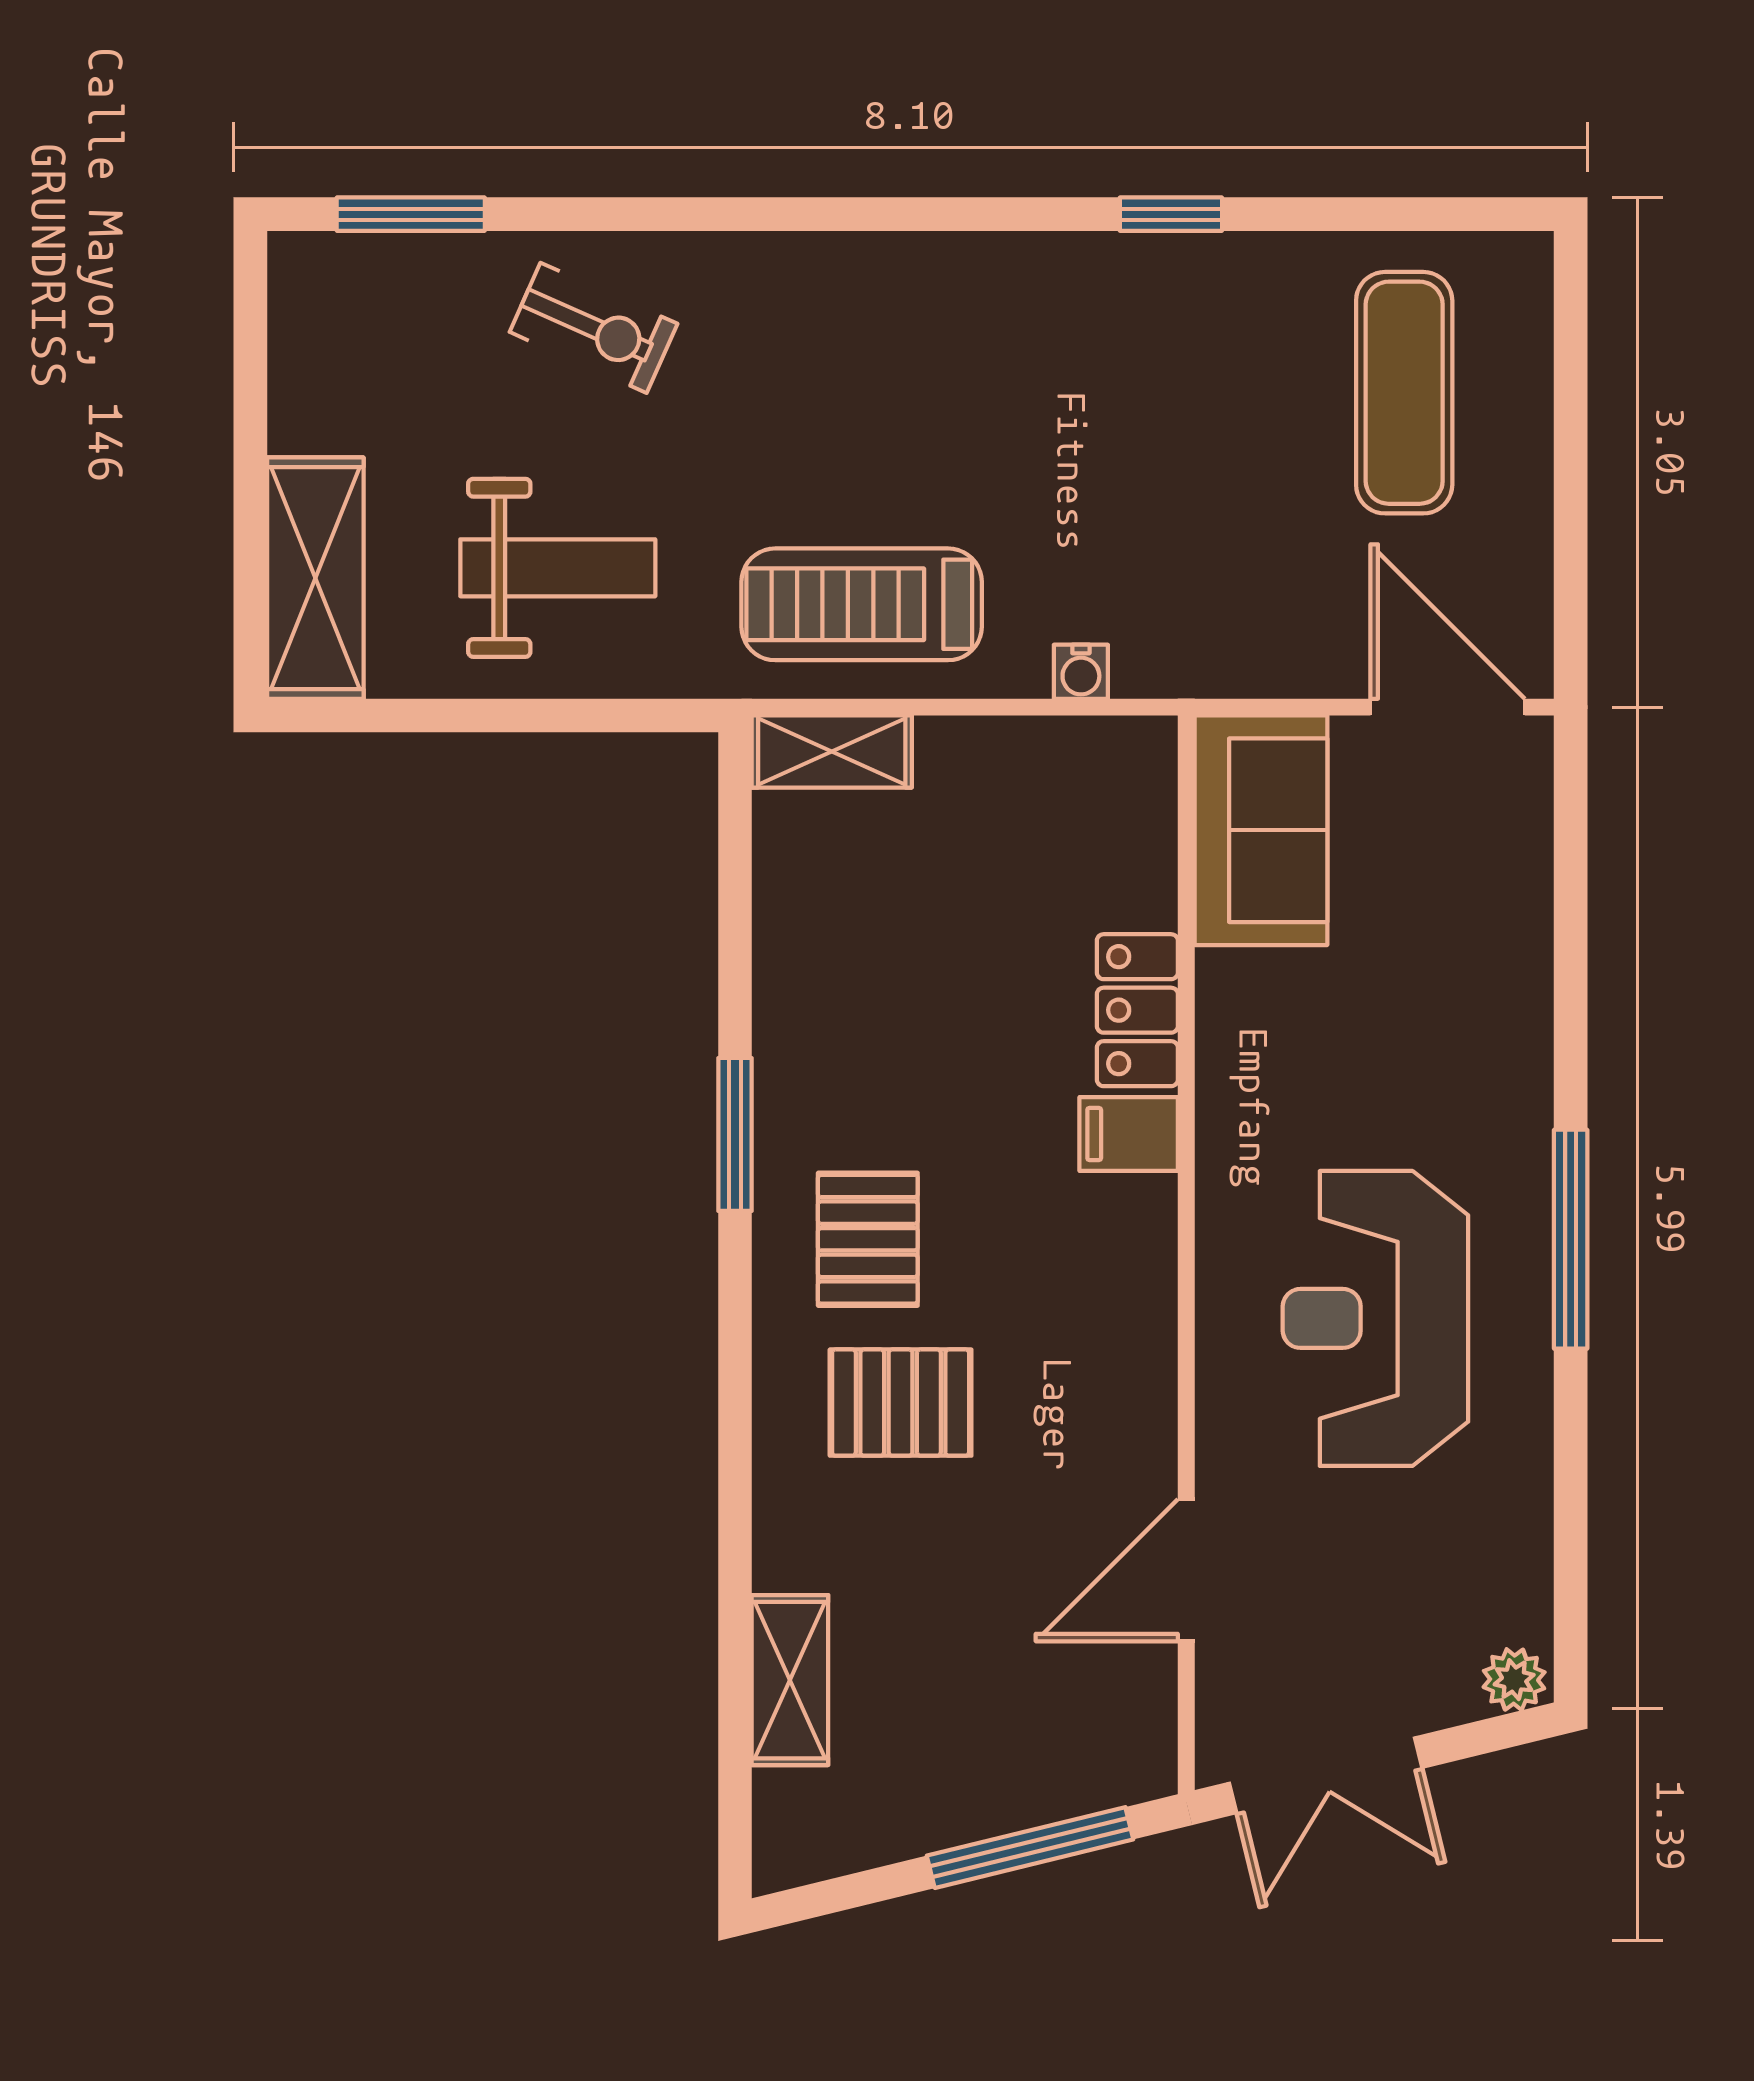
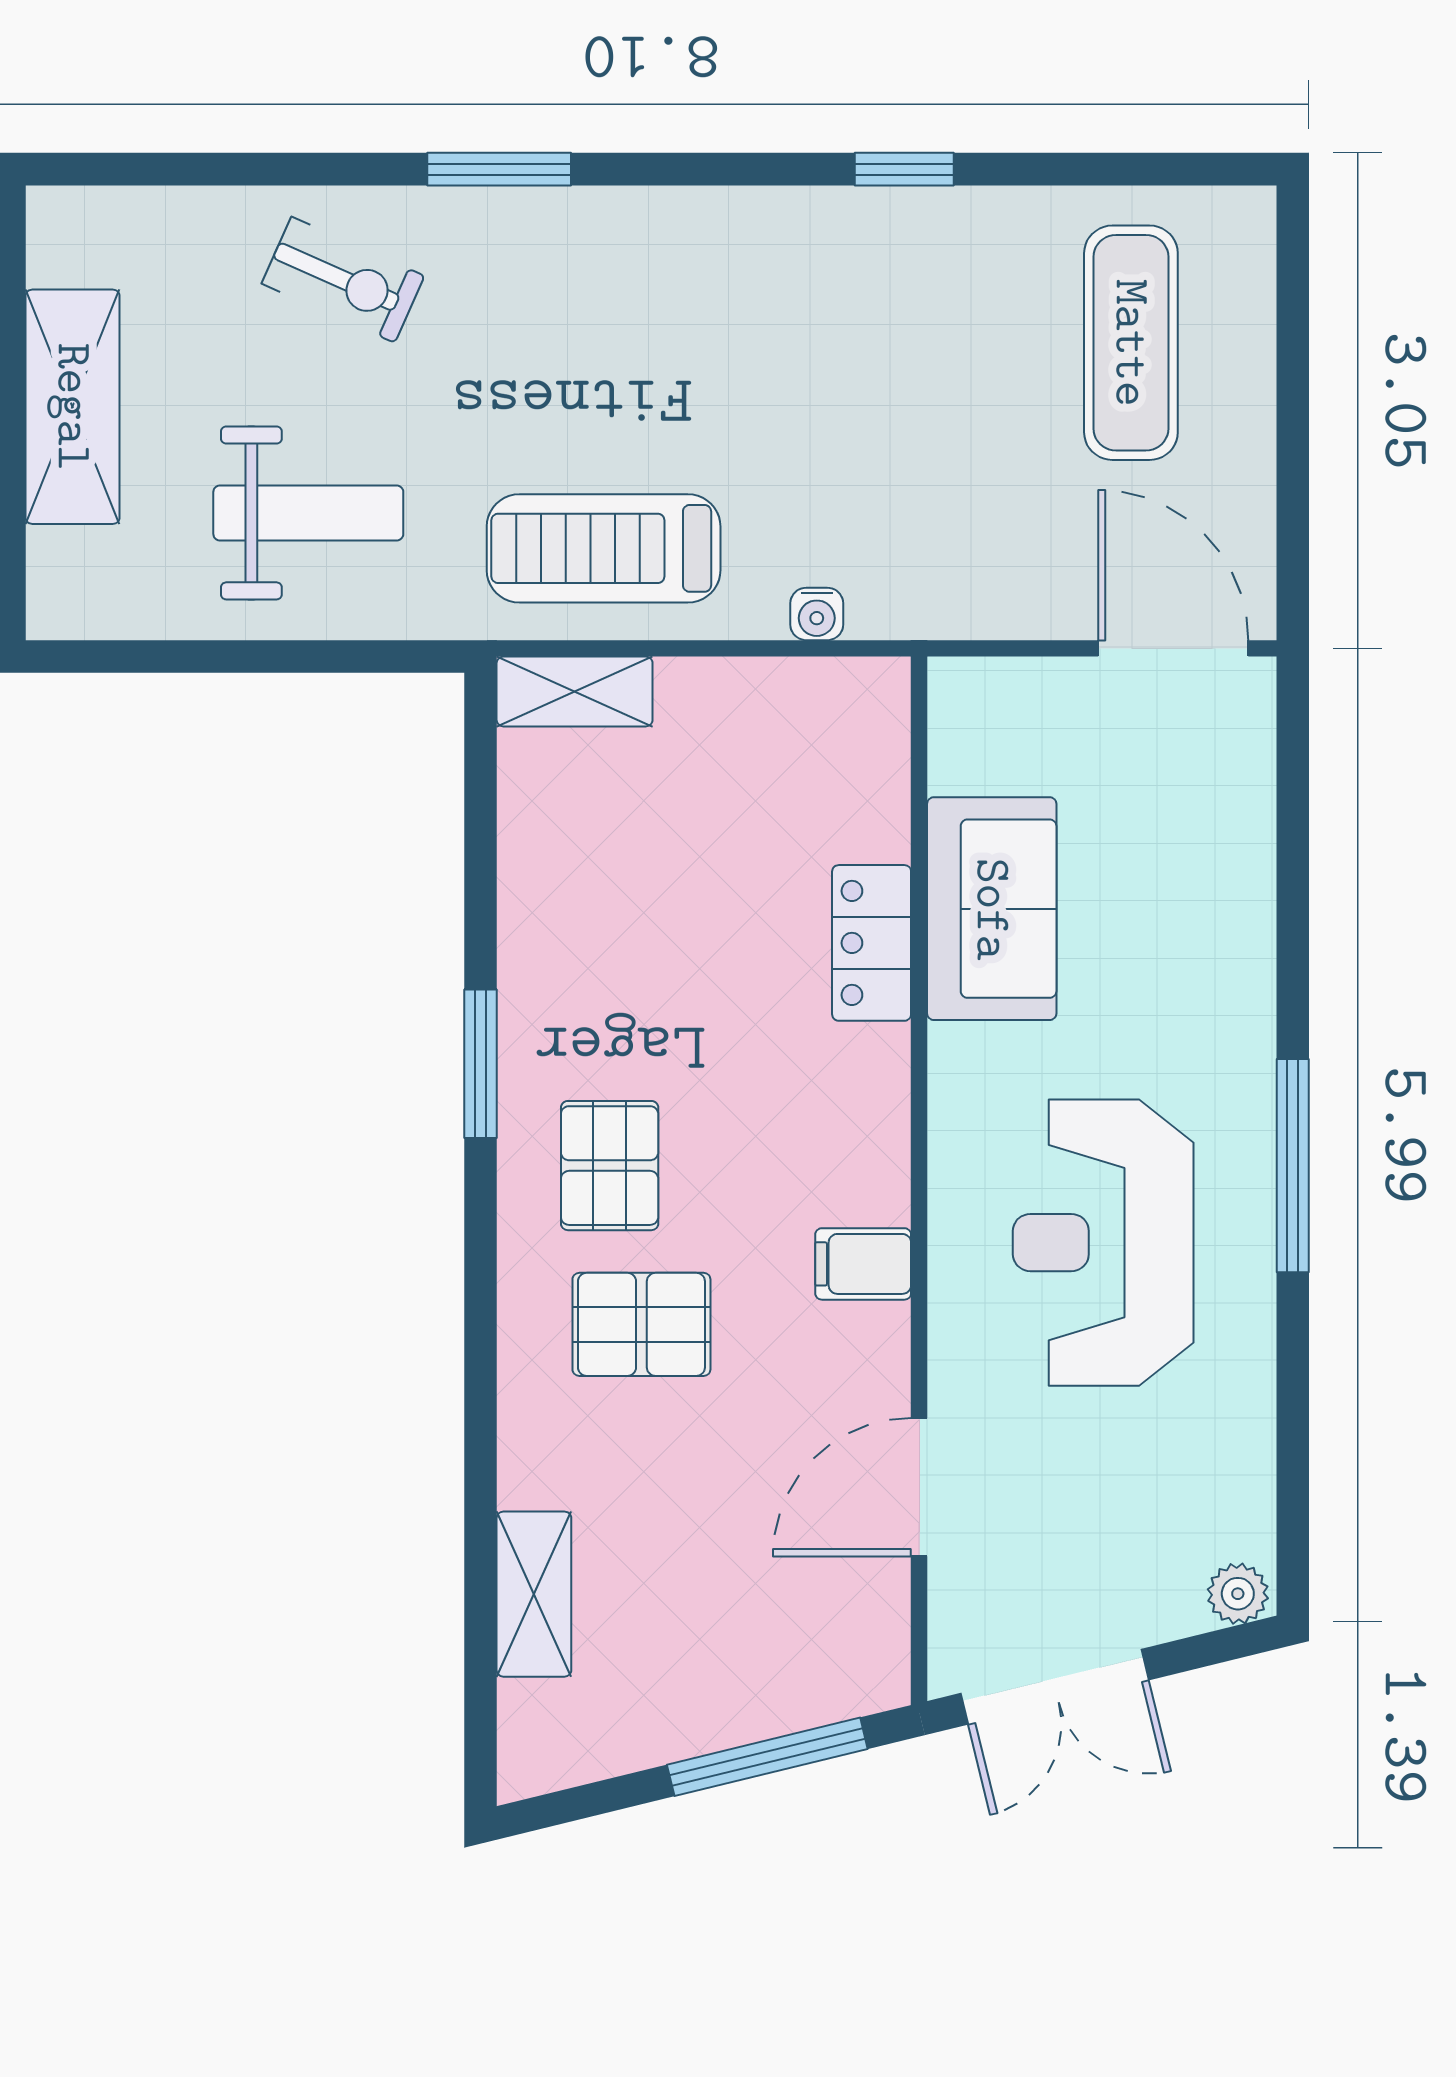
window: (411, 214) -> (499, 169), moved
shelving: (315, 578) -> (73, 407), moved
sofa: (1261, 830) -> (992, 909), moved
filing cabinet: (1129, 1134) -> (863, 1264), moved

